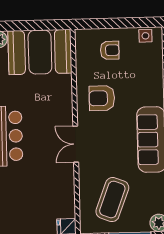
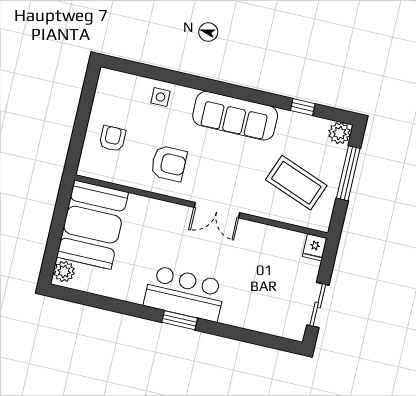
side table: (145, 36) -> (161, 97), moved
armchair: (102, 98) -> (169, 163), turned -90

